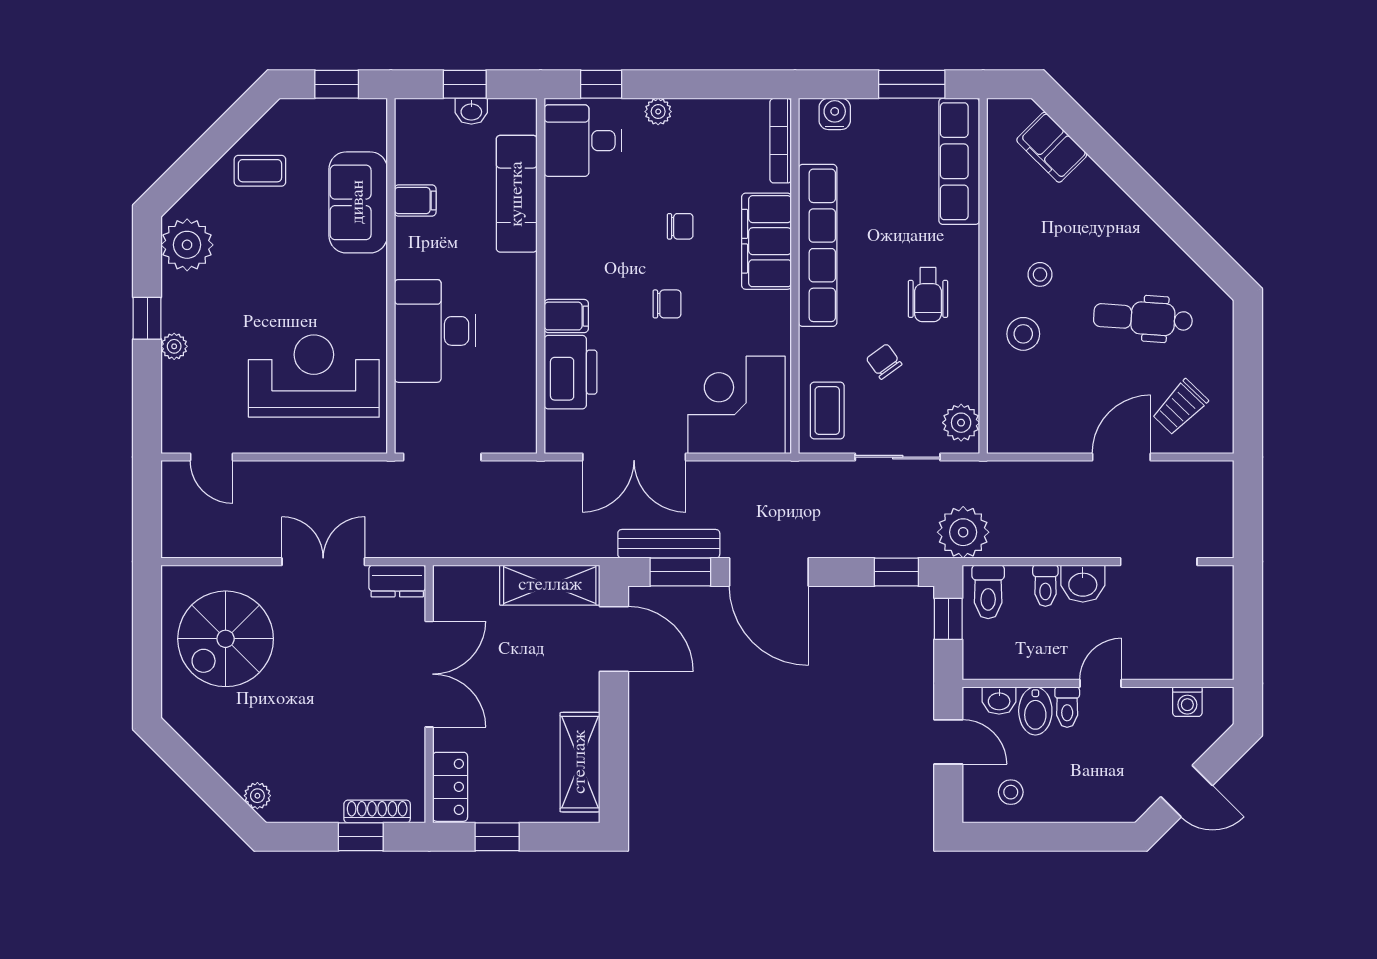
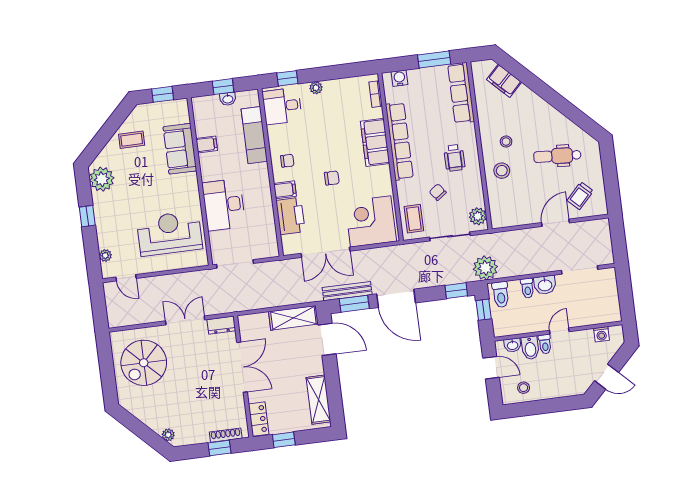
bookcase: (781, 141) -> (376, 94), width x0.64
chair: (680, 226) -> (287, 161), moved
plant: (174, 346) -> (105, 255), moved

